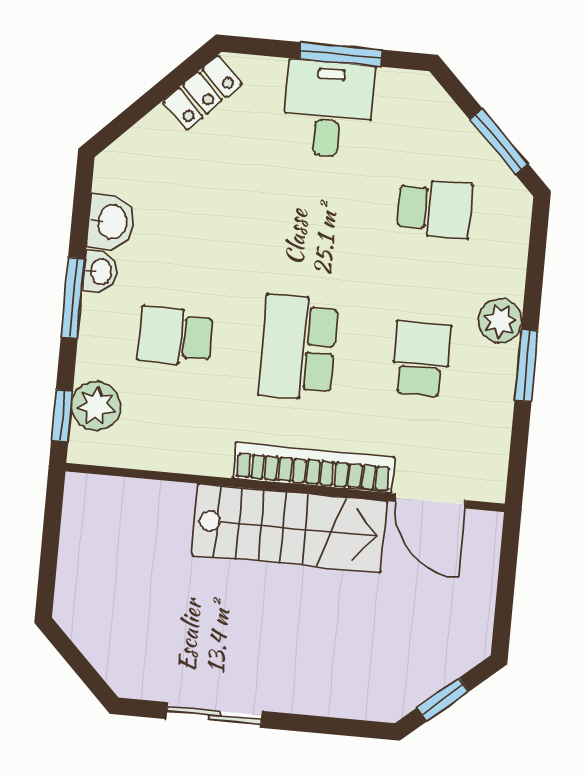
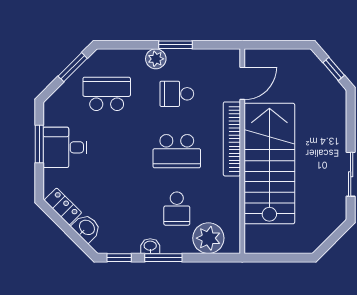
school desk: (435, 209) -> (107, 94), width x1.85
washbasin: (111, 222) -> (87, 228), moved, turned 45
plant: (96, 406) -> (208, 238), width x1.36, depth x1.36
window: (62, 416) -> (119, 258), moved
stairs: (289, 528) -> (269, 164), width x1.36, depth x1.51

